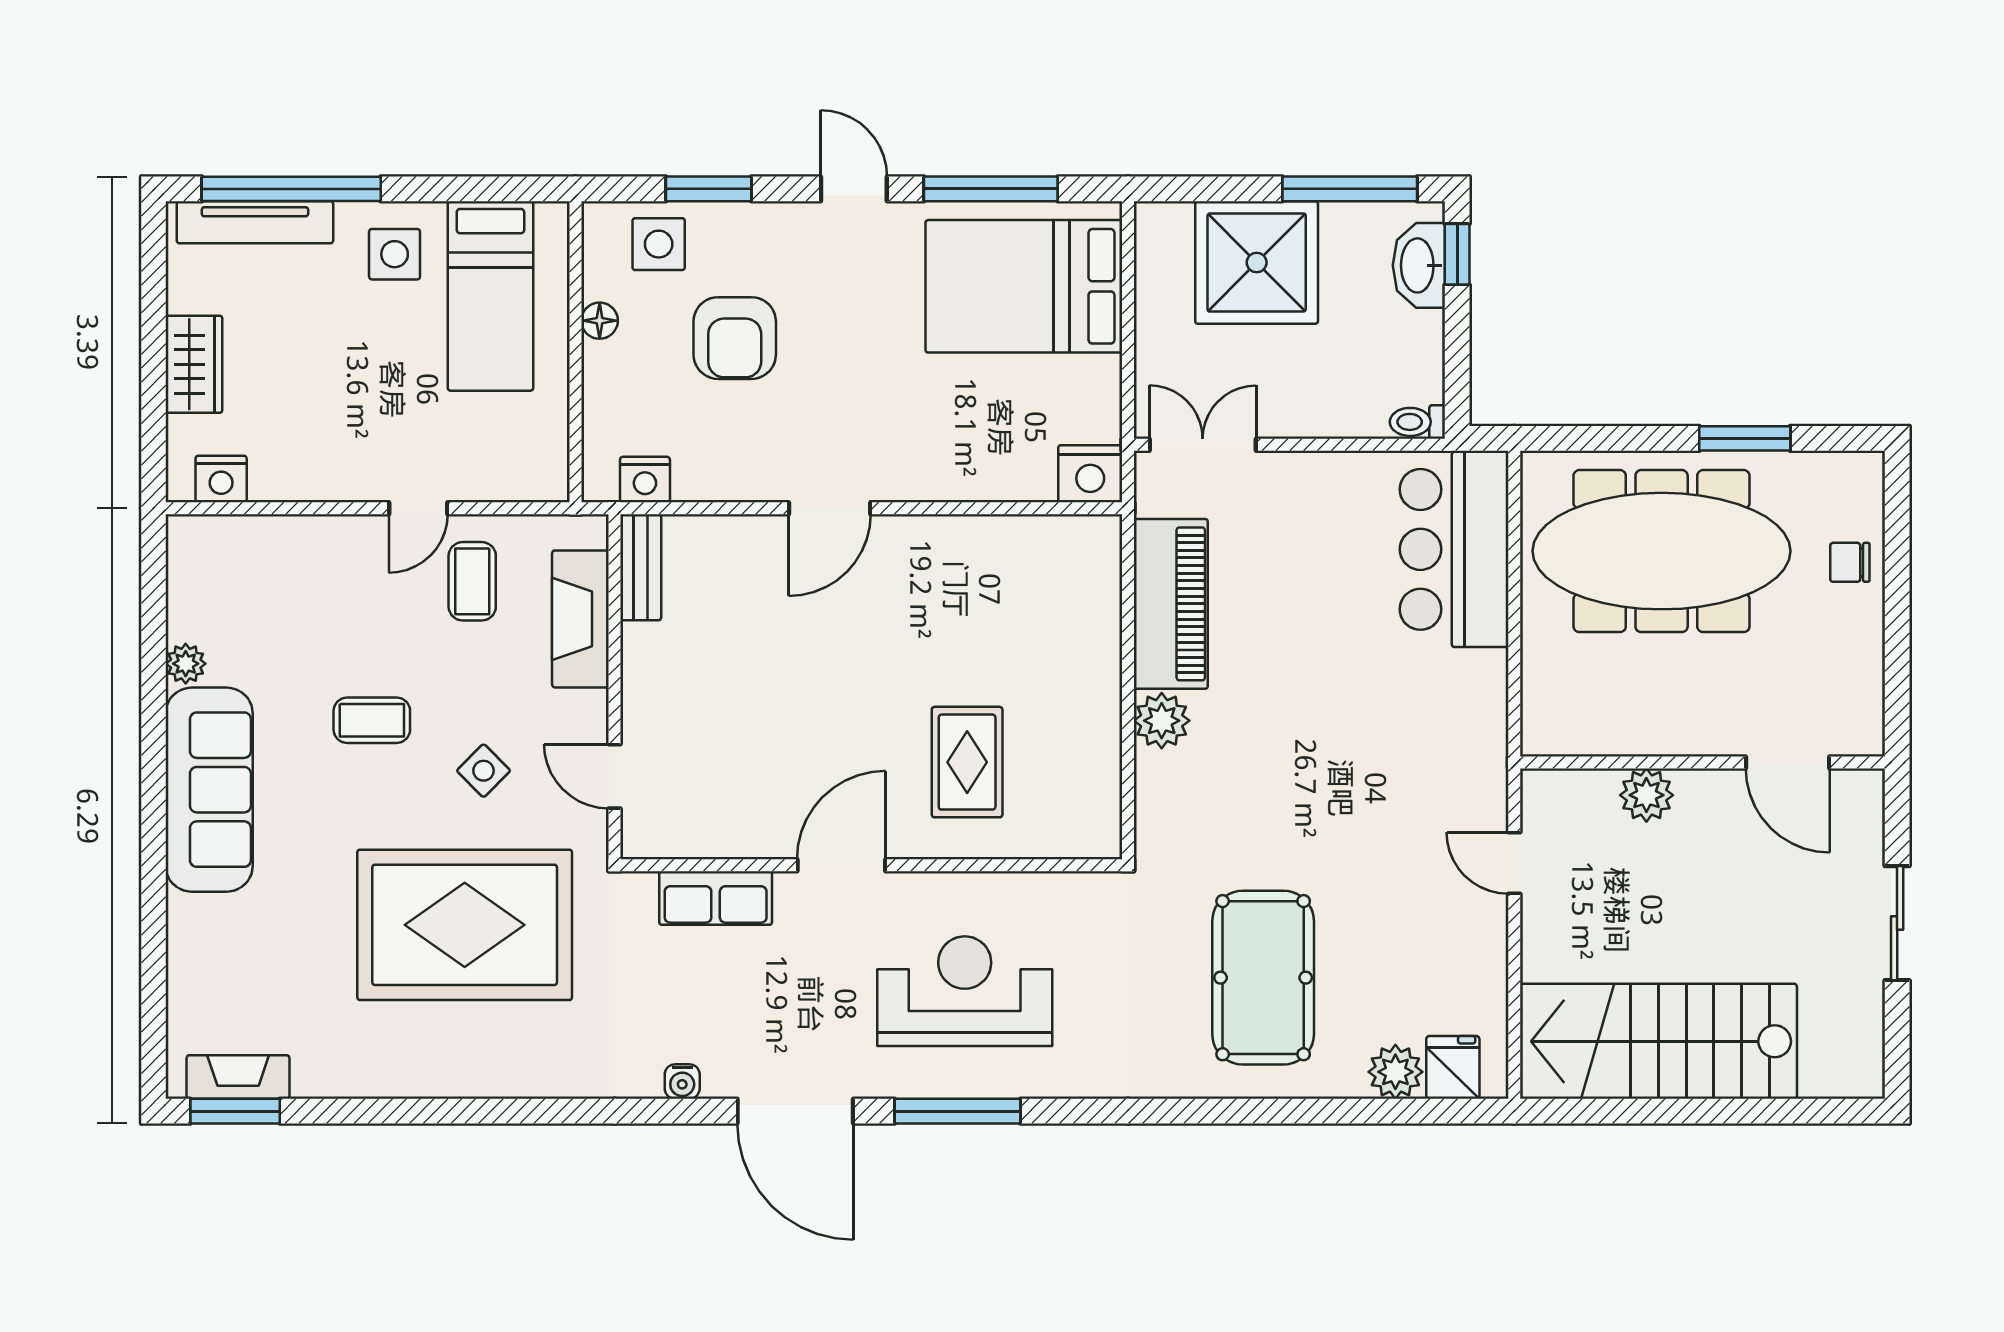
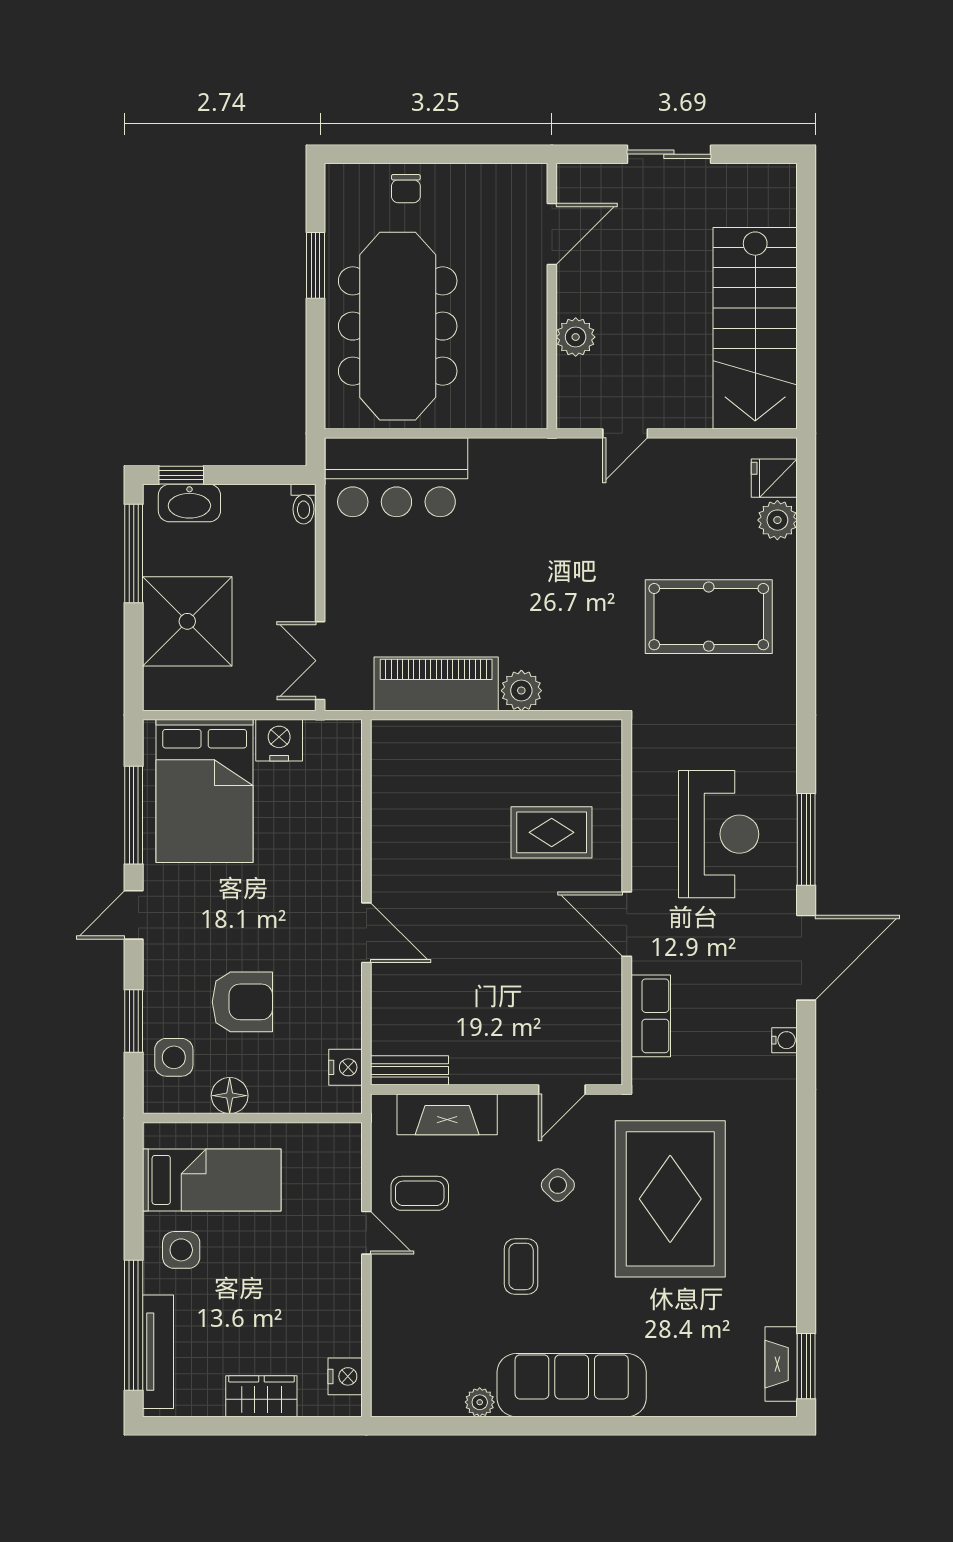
floor lamp: (600, 321) -> (230, 1096), width x1.37, depth x1.37
nightstand: (1090, 474) -> (279, 740), moved, turned -90
reception desk: (965, 991) -> (719, 834), turned 180

